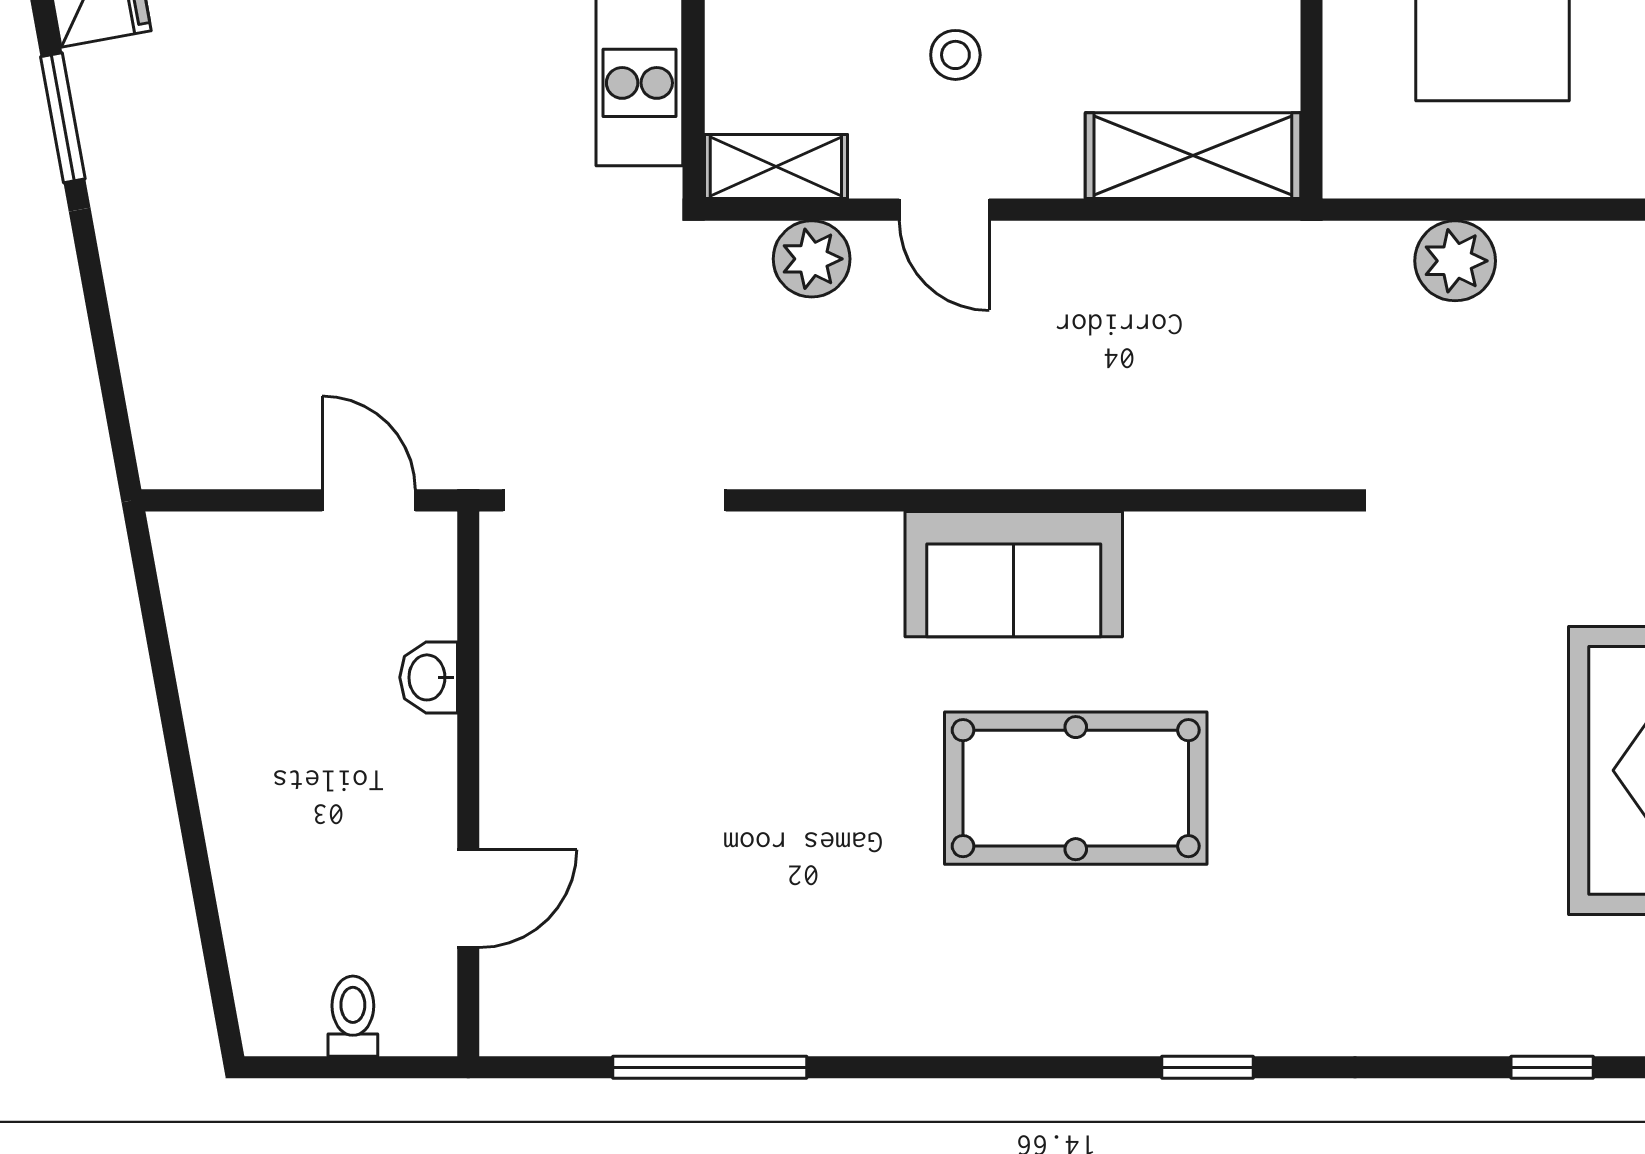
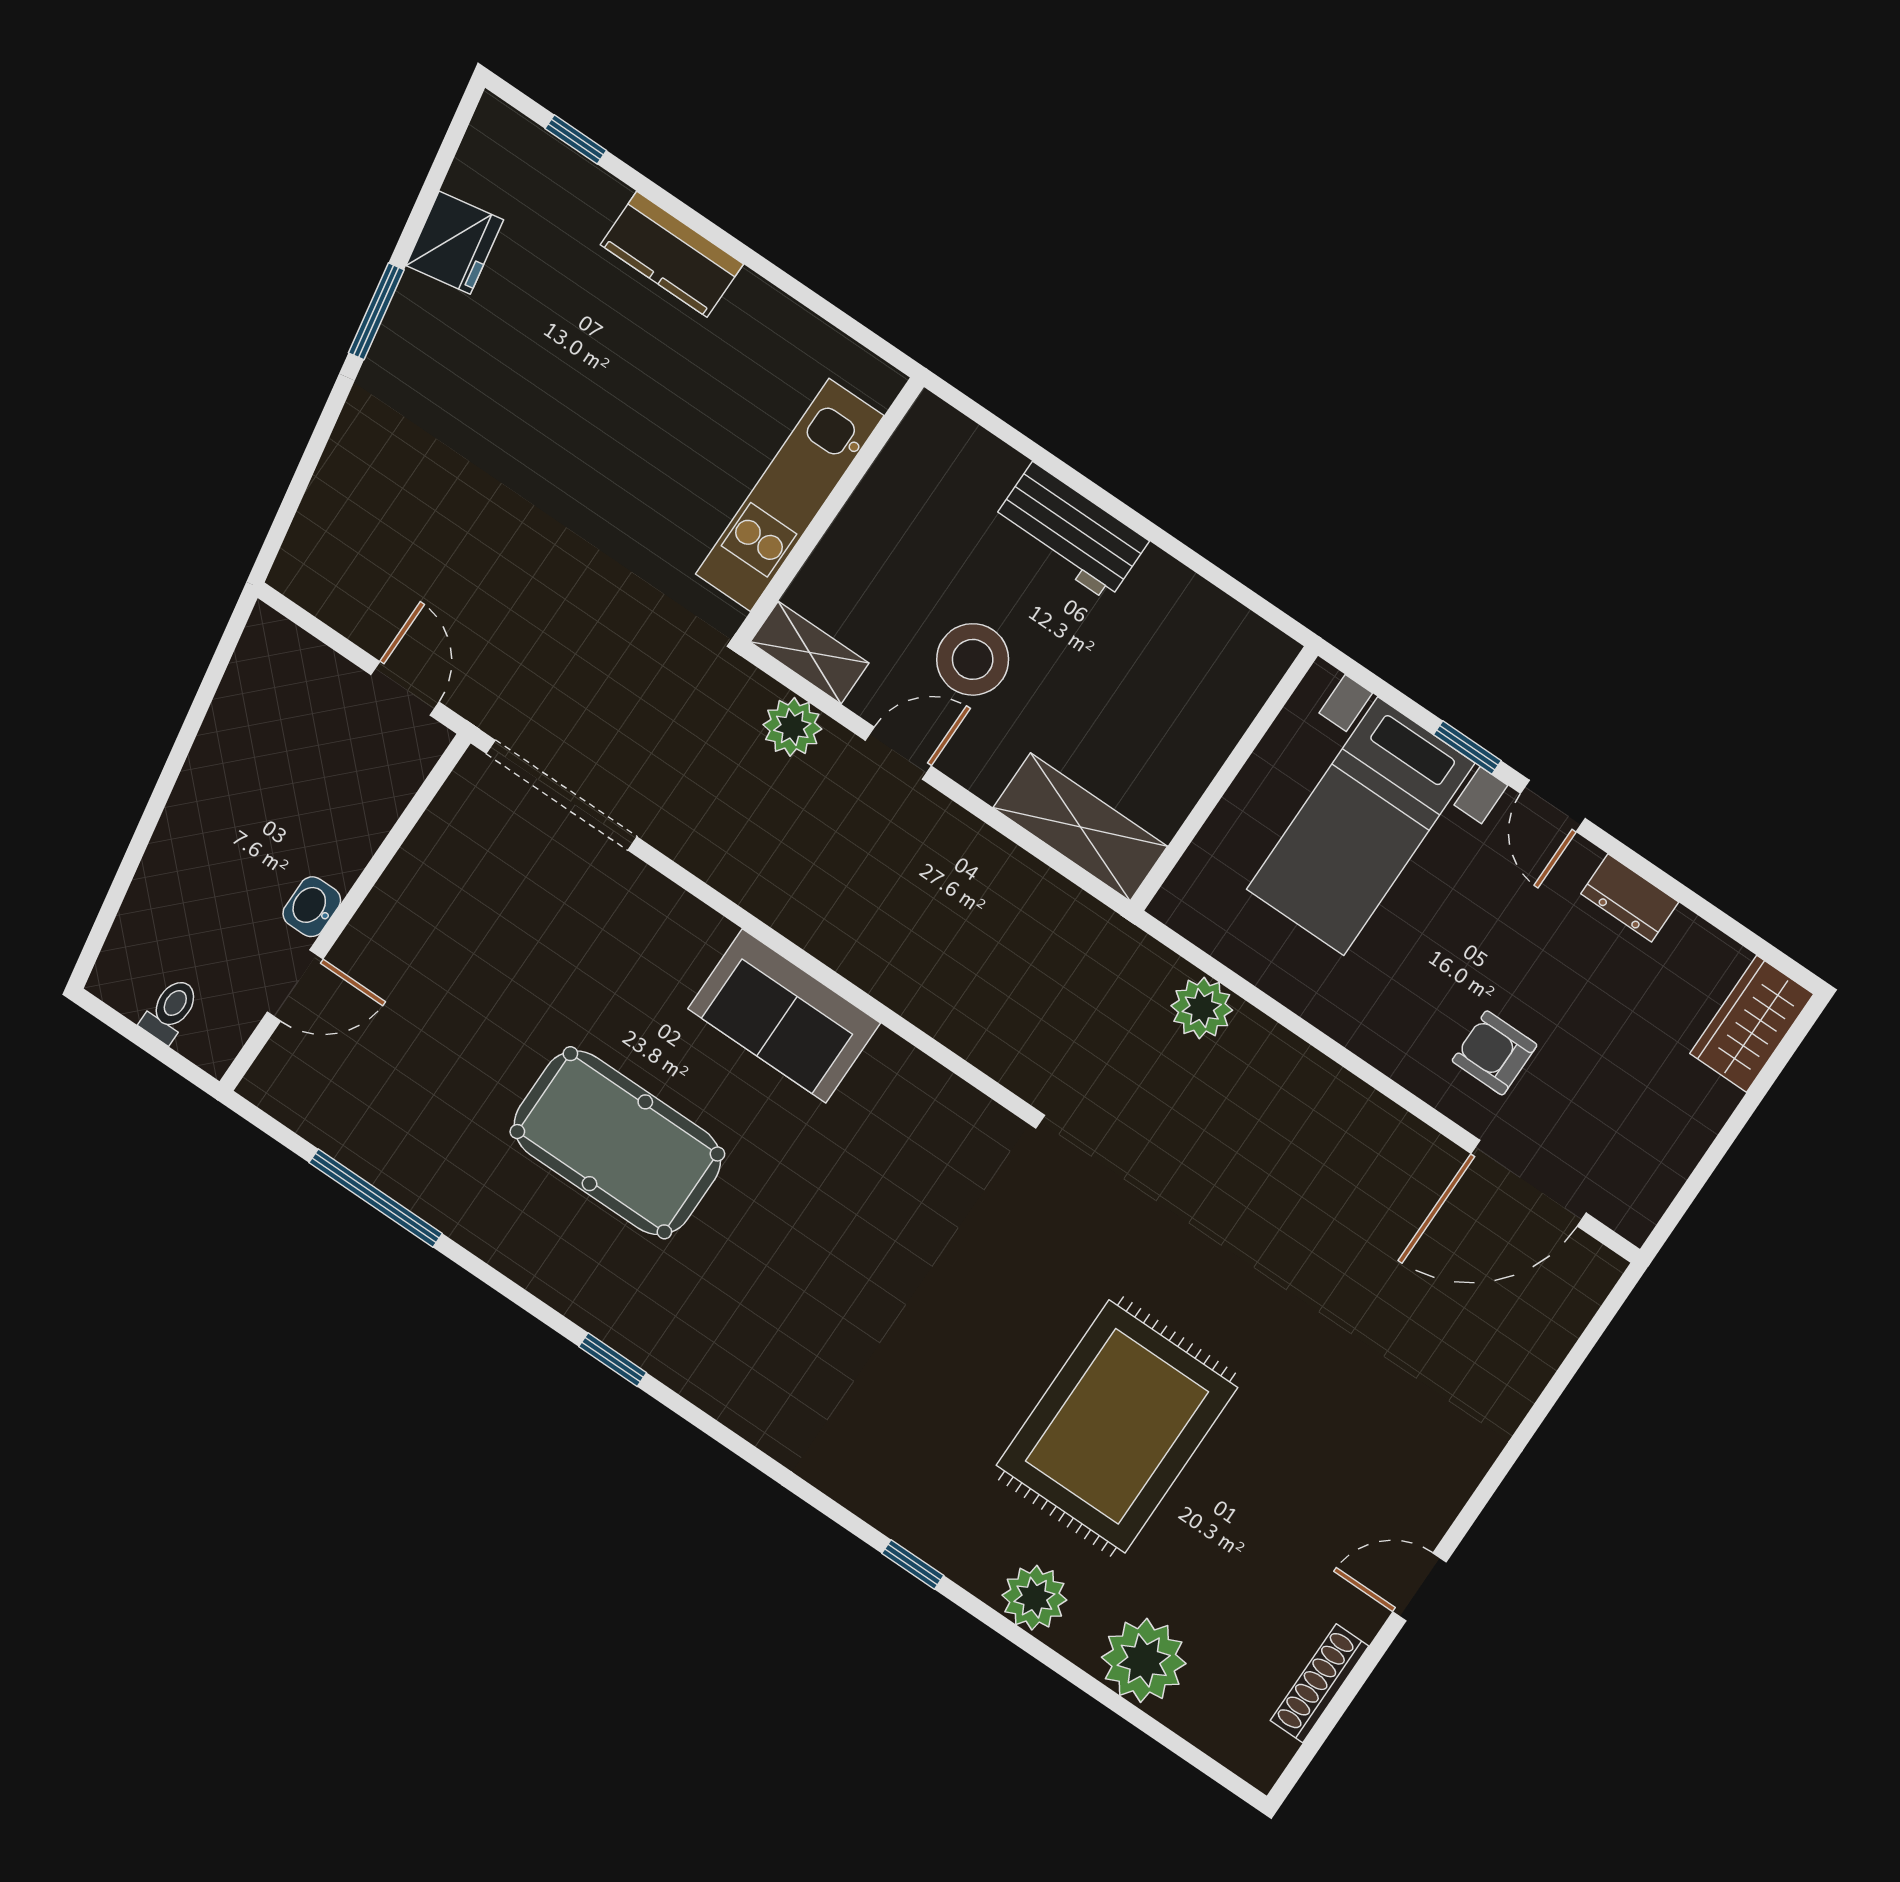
stool: (955, 55) -> (973, 659), width x1.89, depth x1.89
door: (944, 210) -> (898, 753), swing flipped
washbasin: (429, 677) -> (312, 907), moved
pool table: (1076, 788) -> (617, 1143), moved
window: (1208, 1067) -> (613, 1360), moved

